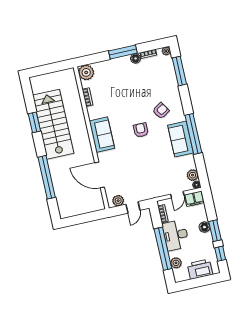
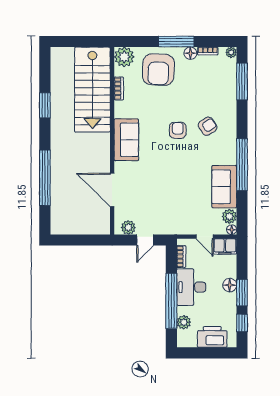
armchair: (114, 76) -> (158, 70), added
stairs: (53, 124) -> (92, 90), moved, turned 180
armchair: (141, 130) -> (178, 130), moved
sofa: (180, 139) -> (224, 187), moved
door: (177, 195) -> (205, 237), hinge flipped

